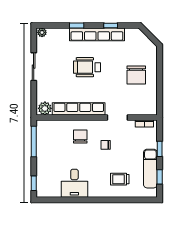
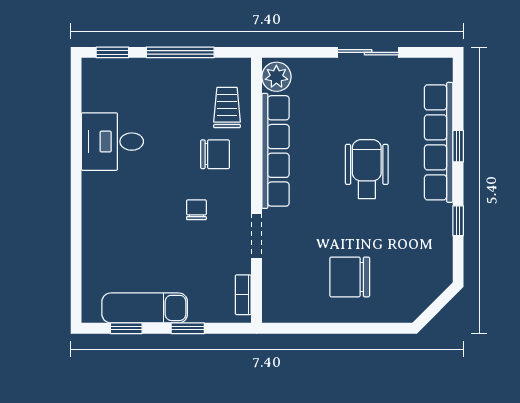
plant: (42, 32) -> (443, 70), removed
row of seats: (97, 34) -> (439, 142), moved
window: (34, 141) -> (180, 52), moved
trolley: (120, 179) -> (227, 108), moved

